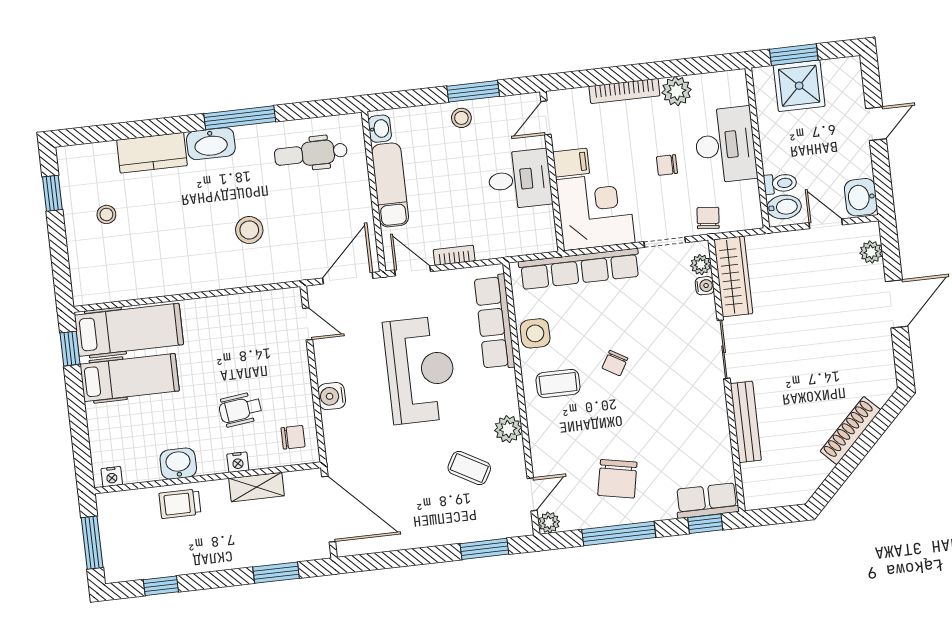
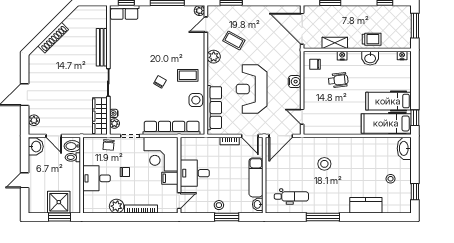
window: (473, 91) -> (227, 217), moved
washbasin: (211, 144) -> (404, 148), moved, turned -90
desk: (725, 145) -> (97, 178), width x0.73
chair: (617, 479) -> (165, 27), removed

